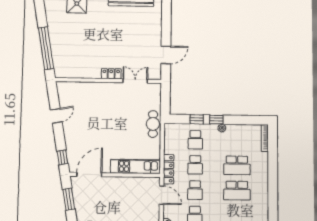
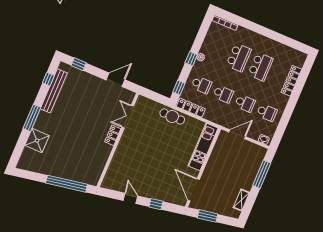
window: (166, 14) -> (79, 64), added
door: (166, 55) -> (116, 80), hinge flipped
window: (197, 119) -> (179, 88), moved
window: (62, 157) -> (156, 204), moved
locker: (169, 169) -> (191, 108), moved

